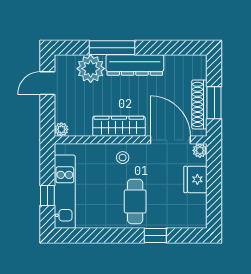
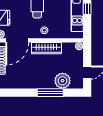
dresser: (135, 65) -> (37, 83), removed
door: (170, 140) -> (17, 40), hinge flipped

